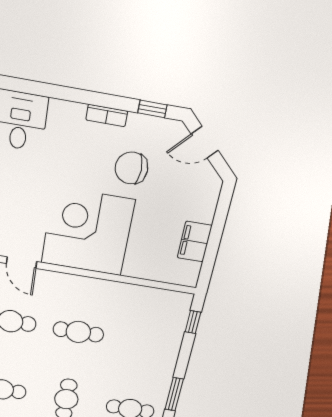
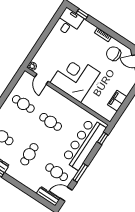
window: (152, 109) -> (82, 14), moved
chair: (131, 168) -> (114, 54), moved
bar counter: (160, 345) -> (84, 144), added

